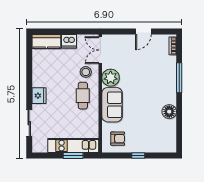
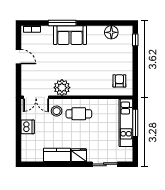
kitchen counter: (46, 42) -> (57, 155), moved, turned -90
sofa: (112, 105) -> (70, 35), moved, turned 180
floor lamp: (169, 112) -> (111, 32), moved
window: (73, 156) -> (135, 123), width x1.44
window: (138, 156) -> (135, 40), moved

